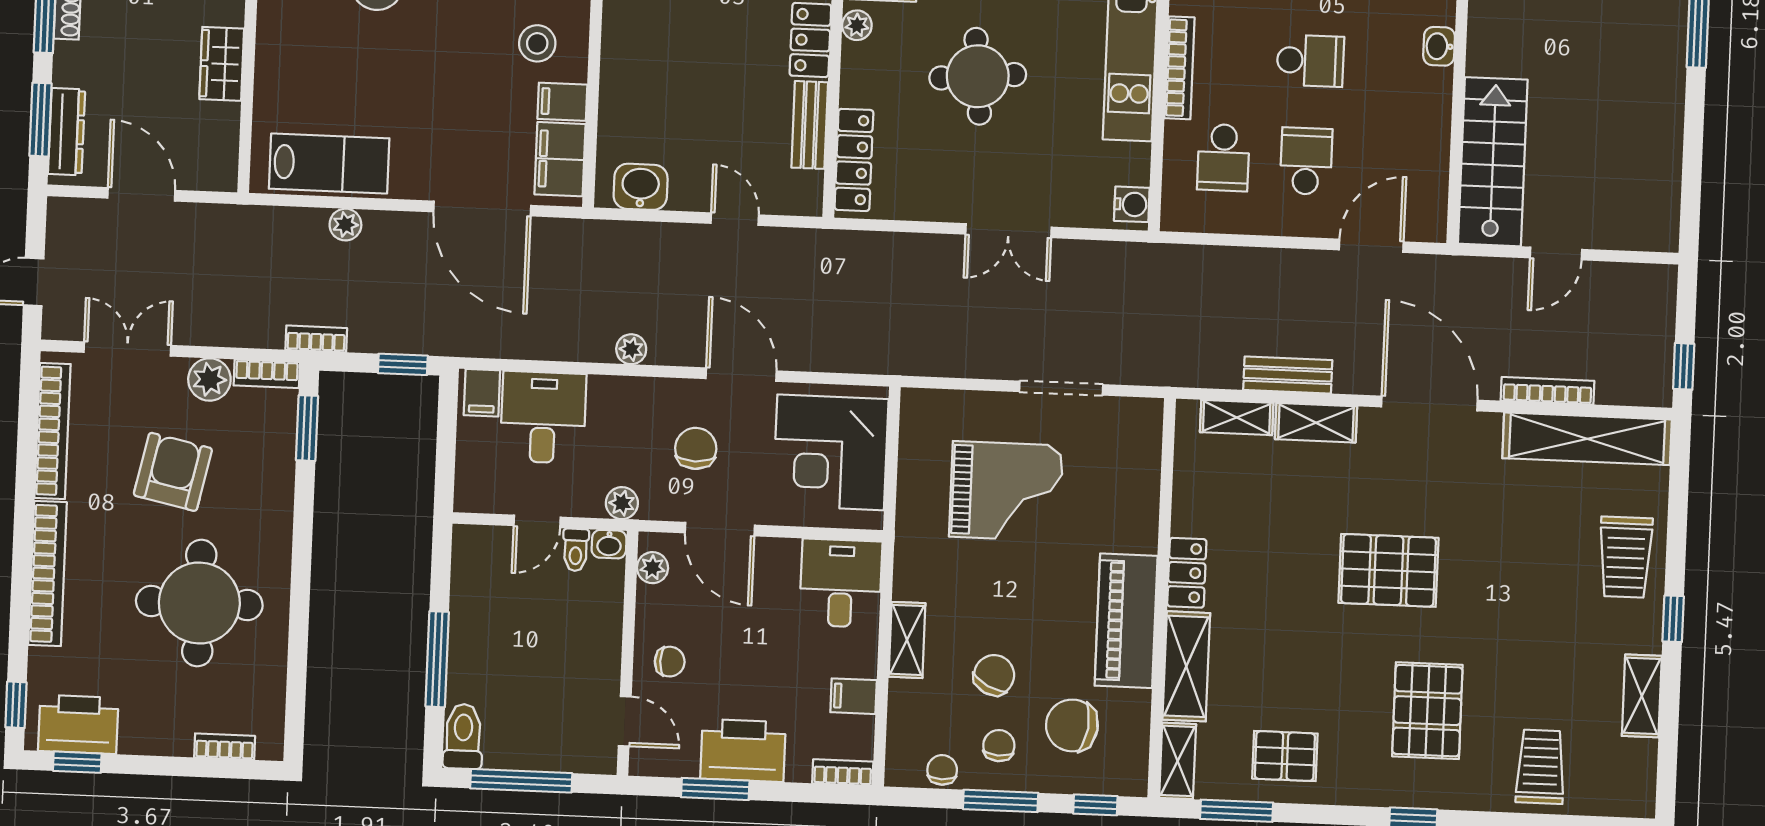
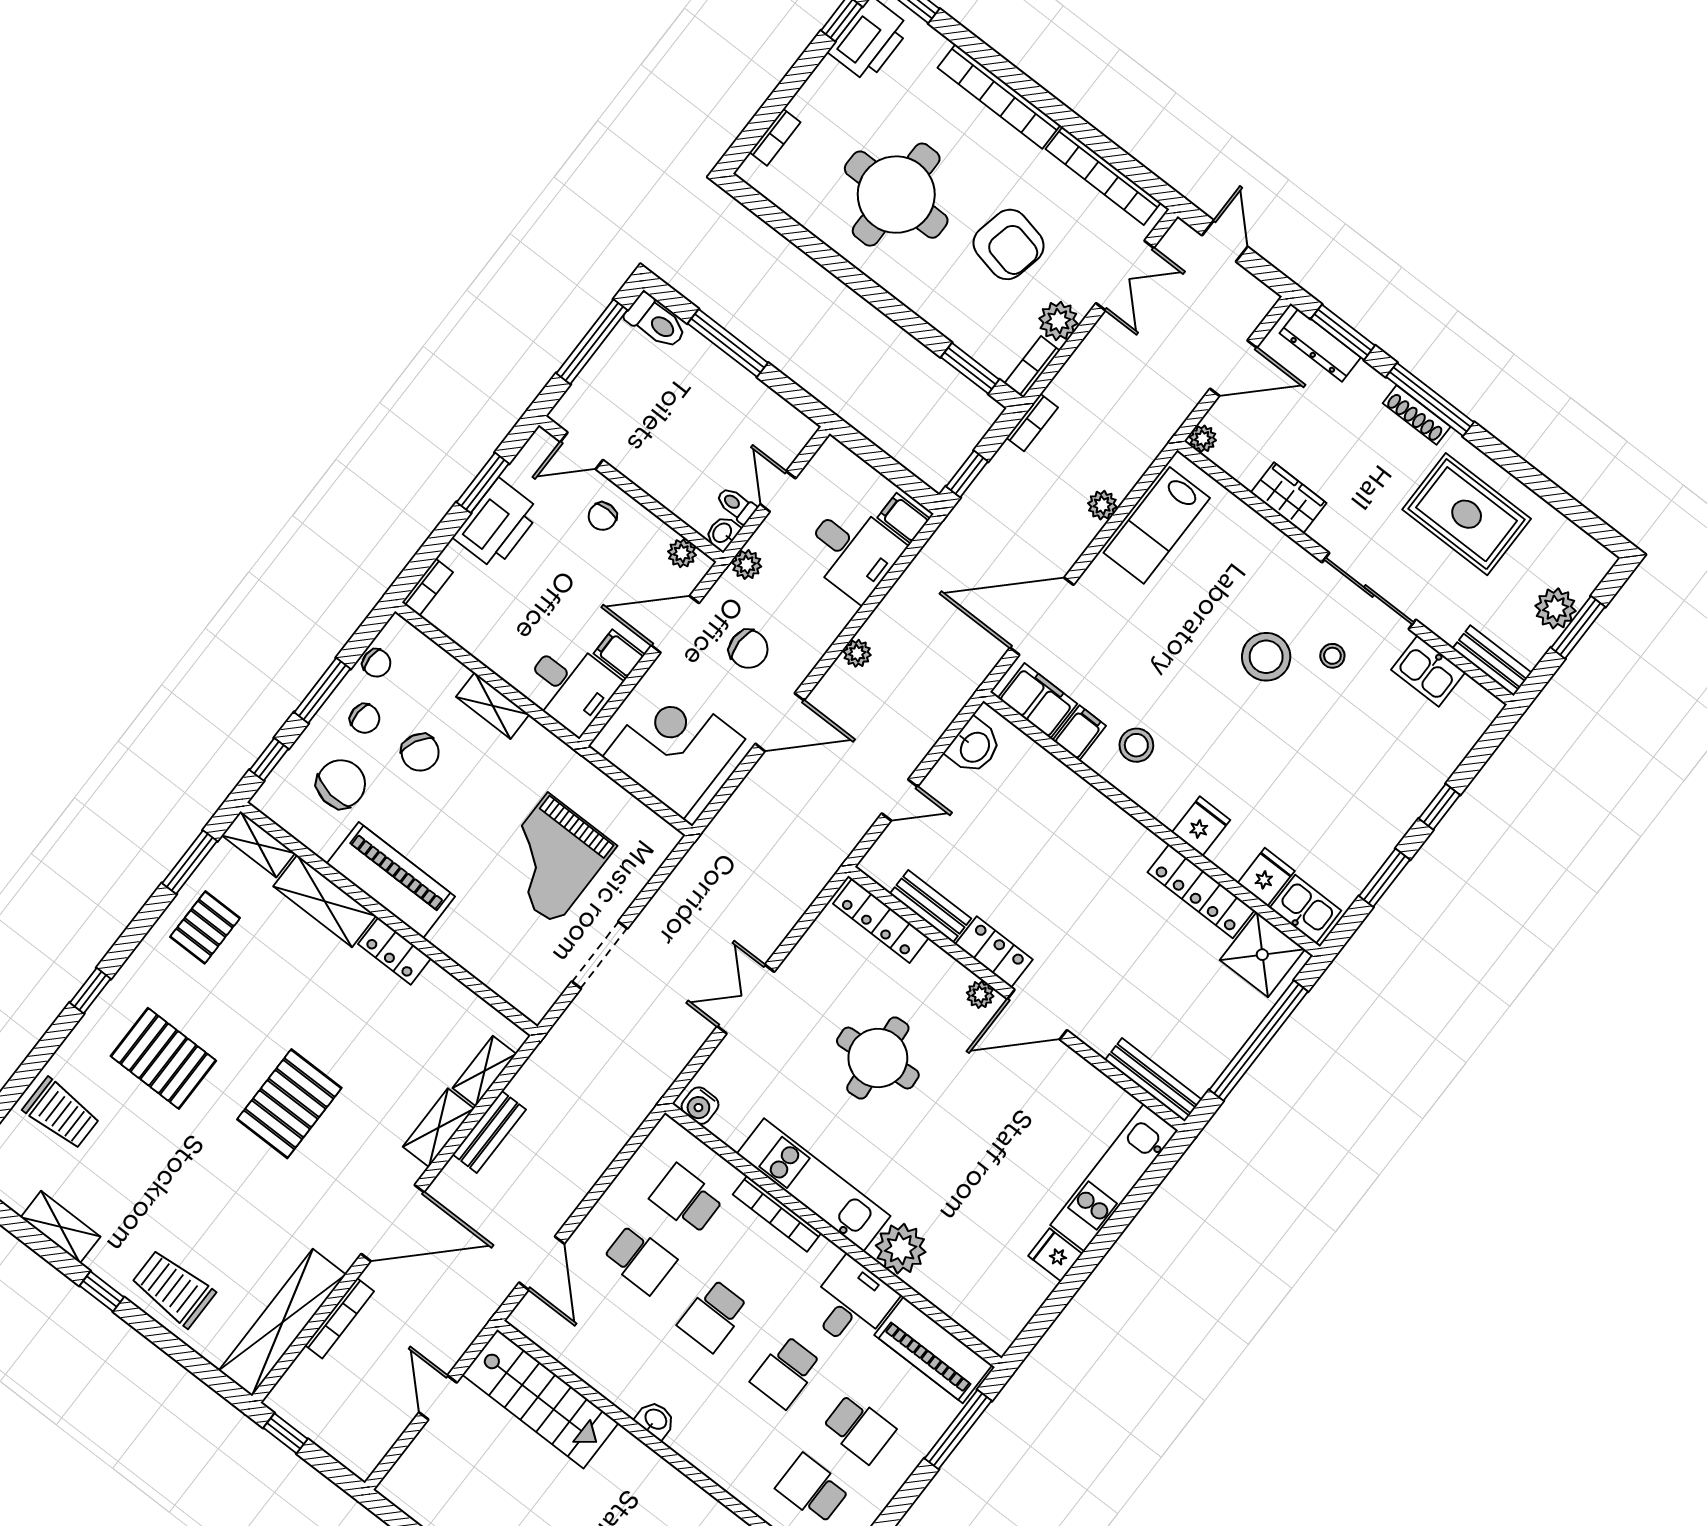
plant: (223, 177) -> (1203, 439), added
filing cabinet: (854, 696) -> (619, 654), moved, turned -90

